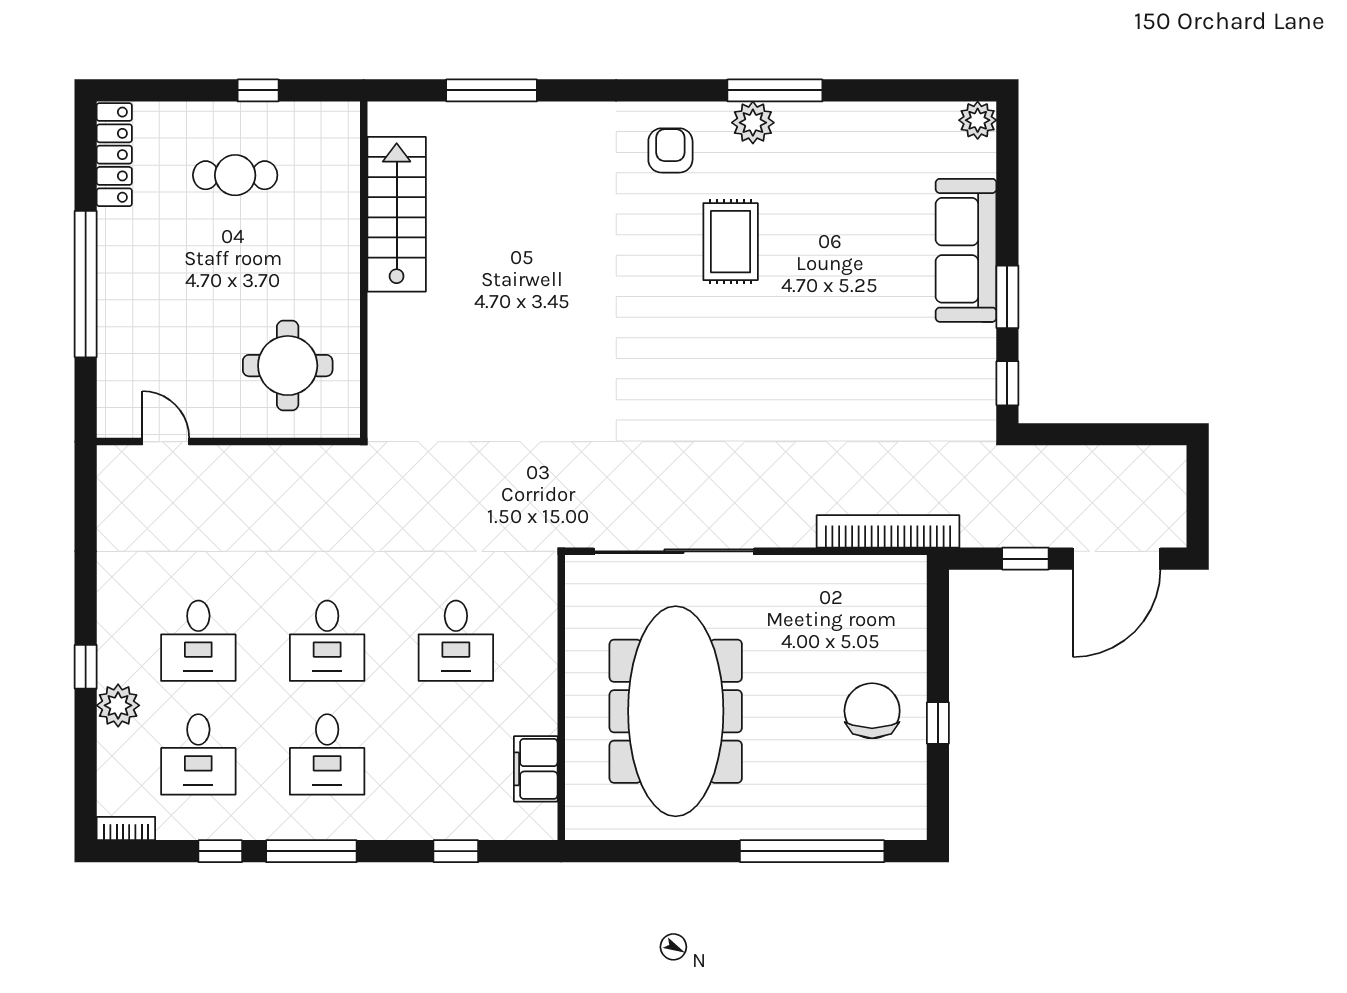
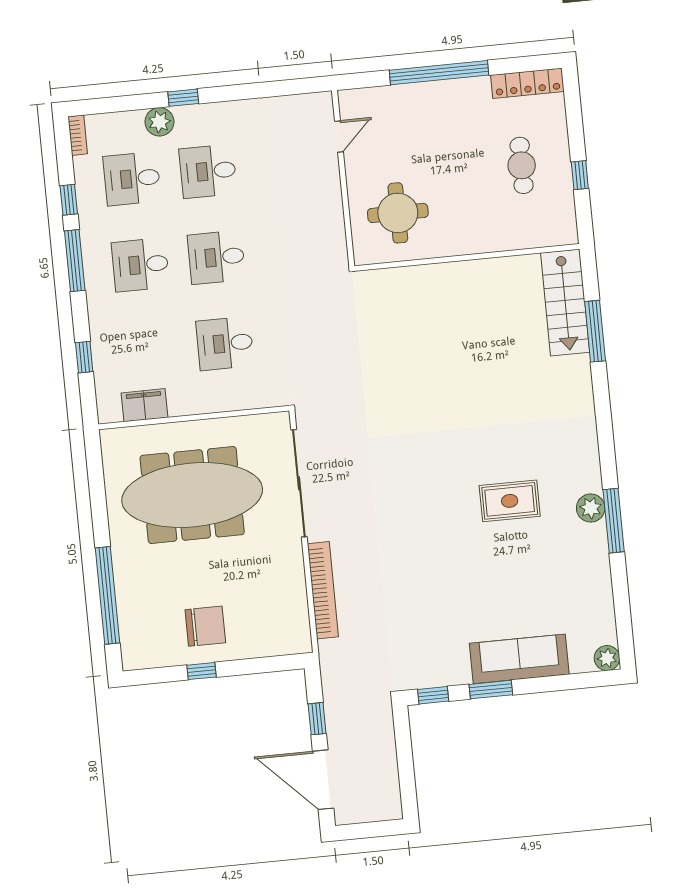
armchair: (670, 150) -> (567, 455), removed
stairs: (397, 214) -> (565, 303), moved, turned 90
bookcase: (888, 531) -> (323, 590), moved

